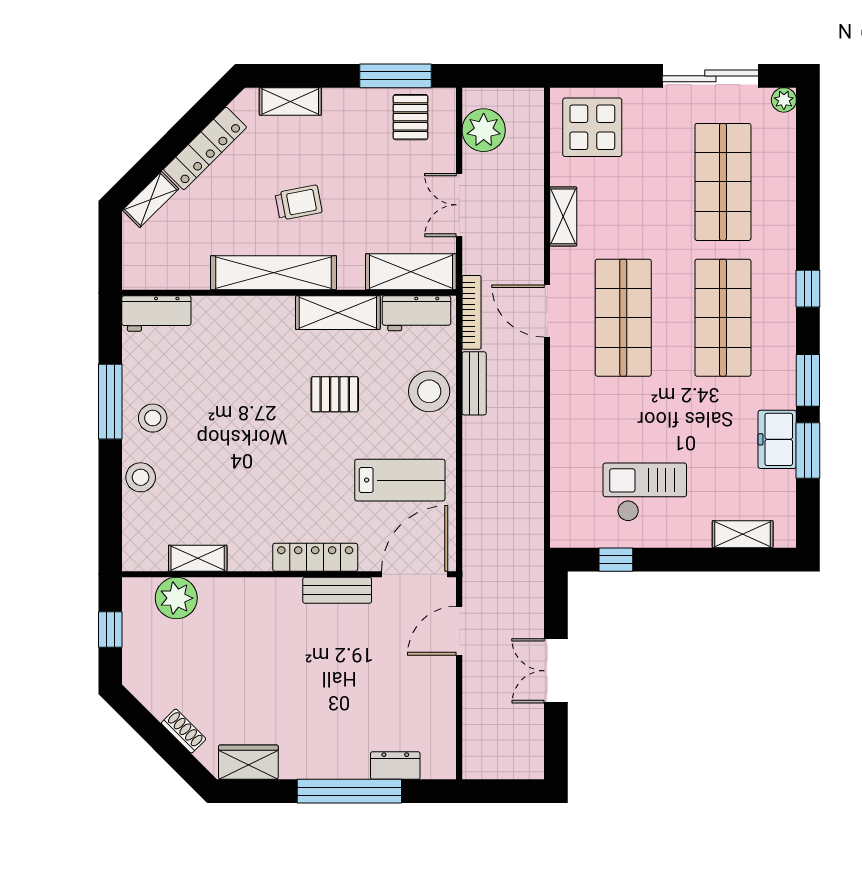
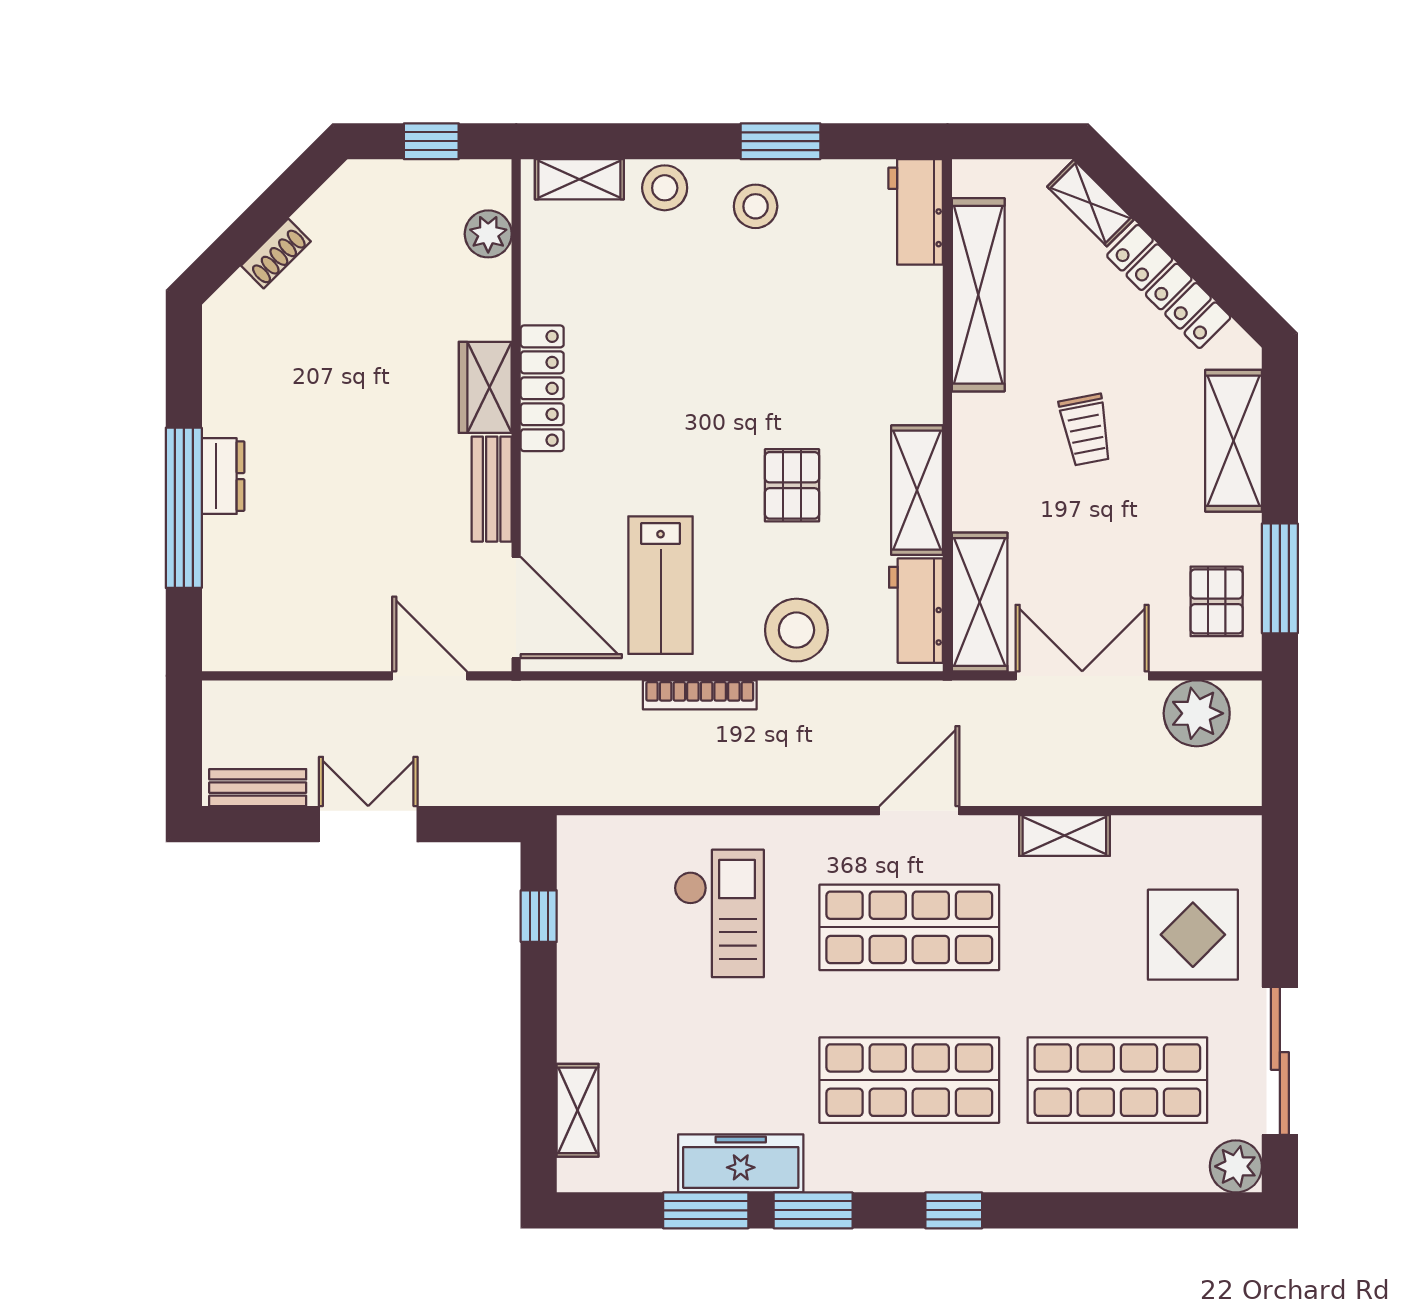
plant: (784, 100) -> (1236, 1166), width x1.38, depth x1.38
shelving: (290, 101) -> (1234, 441), width x1.50, depth x1.33
pallet: (410, 117) -> (1217, 601), turned 90
display table: (592, 127) -> (1193, 935), moved
double door: (459, 205) -> (1082, 676), width x1.37
shelving: (274, 273) -> (978, 295), moved
bookcase: (472, 312) -> (700, 695), moved
bench: (474, 383) -> (258, 788), moved
window: (110, 402) -> (781, 141), width x0.69
freezer: (777, 439) -> (741, 1163), width x1.40
checkout: (645, 492) -> (719, 913), moved
locker: (315, 557) -> (542, 388), moved
shelving: (198, 558) -> (579, 179), moved, turned 90
plant: (176, 598) -> (488, 234), width x0.73, depth x0.73
wardrobe: (248, 762) -> (485, 387), moved, turned 180
dresser: (395, 765) -> (223, 476), moved

